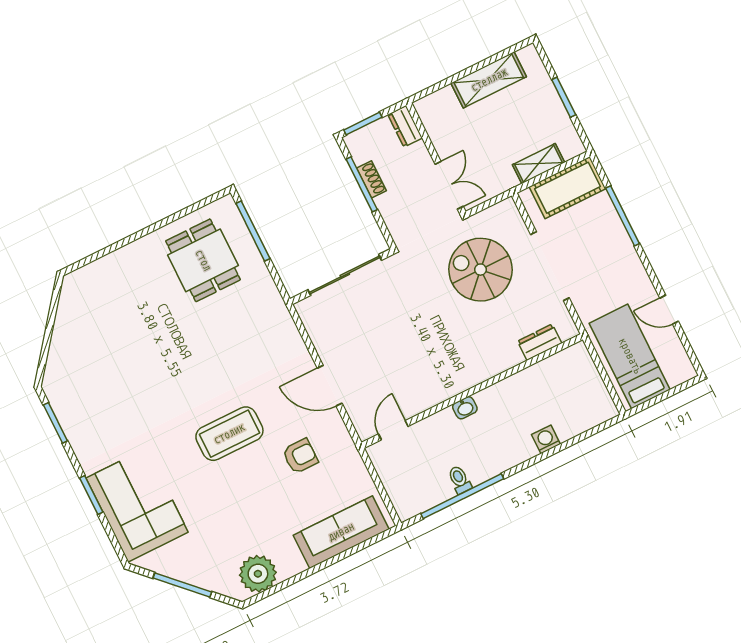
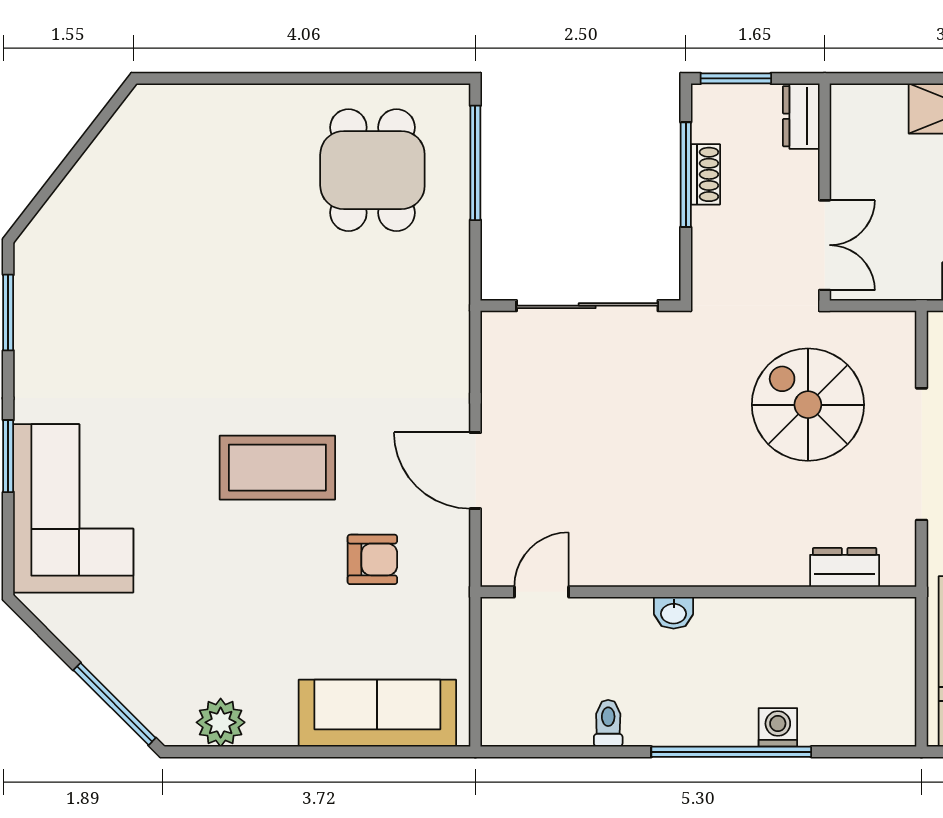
window: (462, 496) -> (731, 752), moved
plant: (258, 574) -> (221, 722), width x0.73, depth x0.73
window: (182, 585) -> (115, 704), moved

